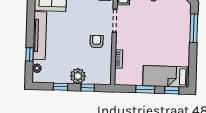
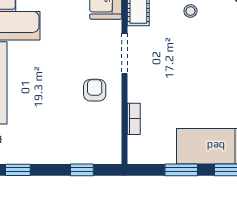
plant: (78, 76) -> (64, 150), removed
window: (60, 87) -> (18, 170), moved

